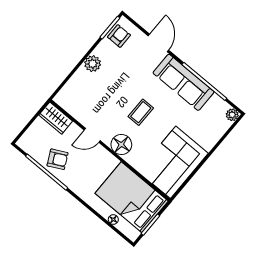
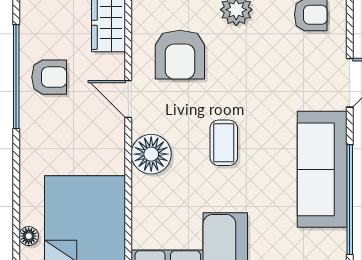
armchair: (92, 101) -> (180, 55), added
coffee table: (141, 112) -> (224, 143), turned 90
armchair: (58, 159) -> (49, 77), turned -63

